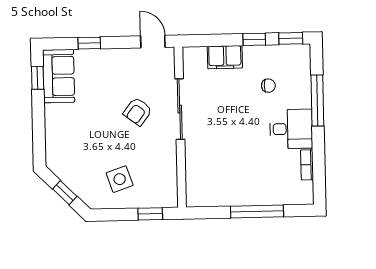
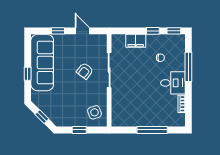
door: (153, 42) -> (82, 31), moved
sofa: (59, 76) -> (42, 63), width x1.85, depth x1.27
window: (38, 78) -> (28, 74), moved
side table: (120, 179) -> (95, 112), moved
window: (150, 214) -> (79, 130), moved

